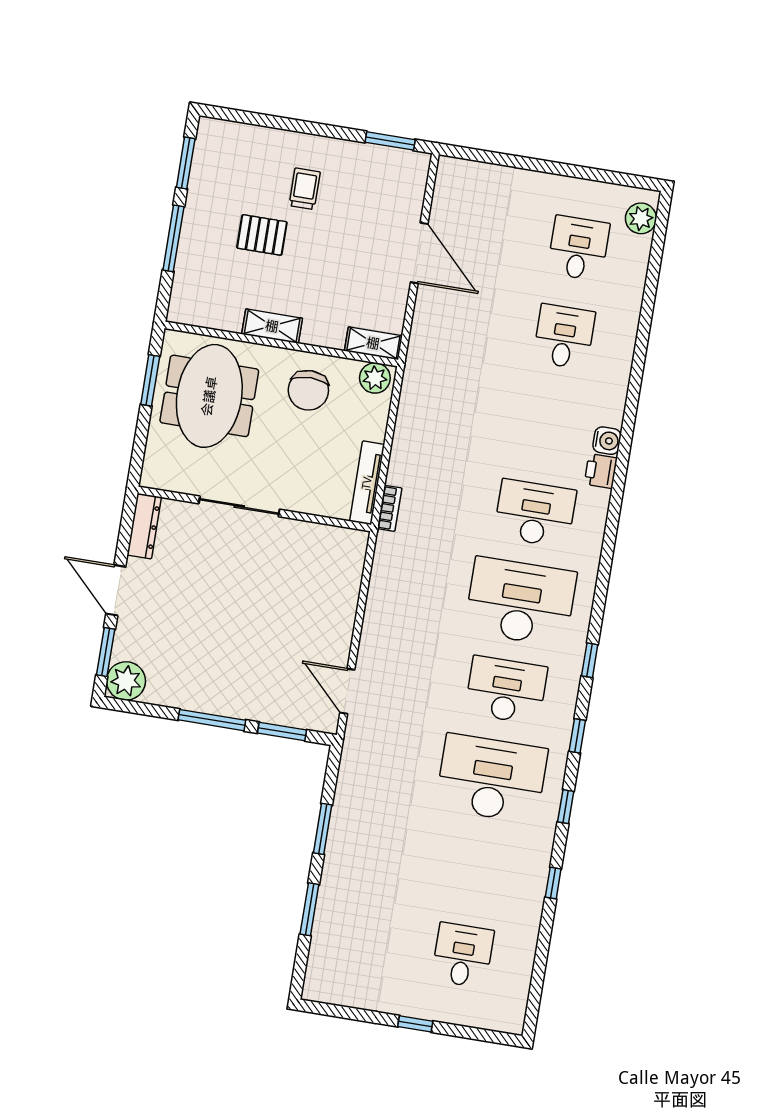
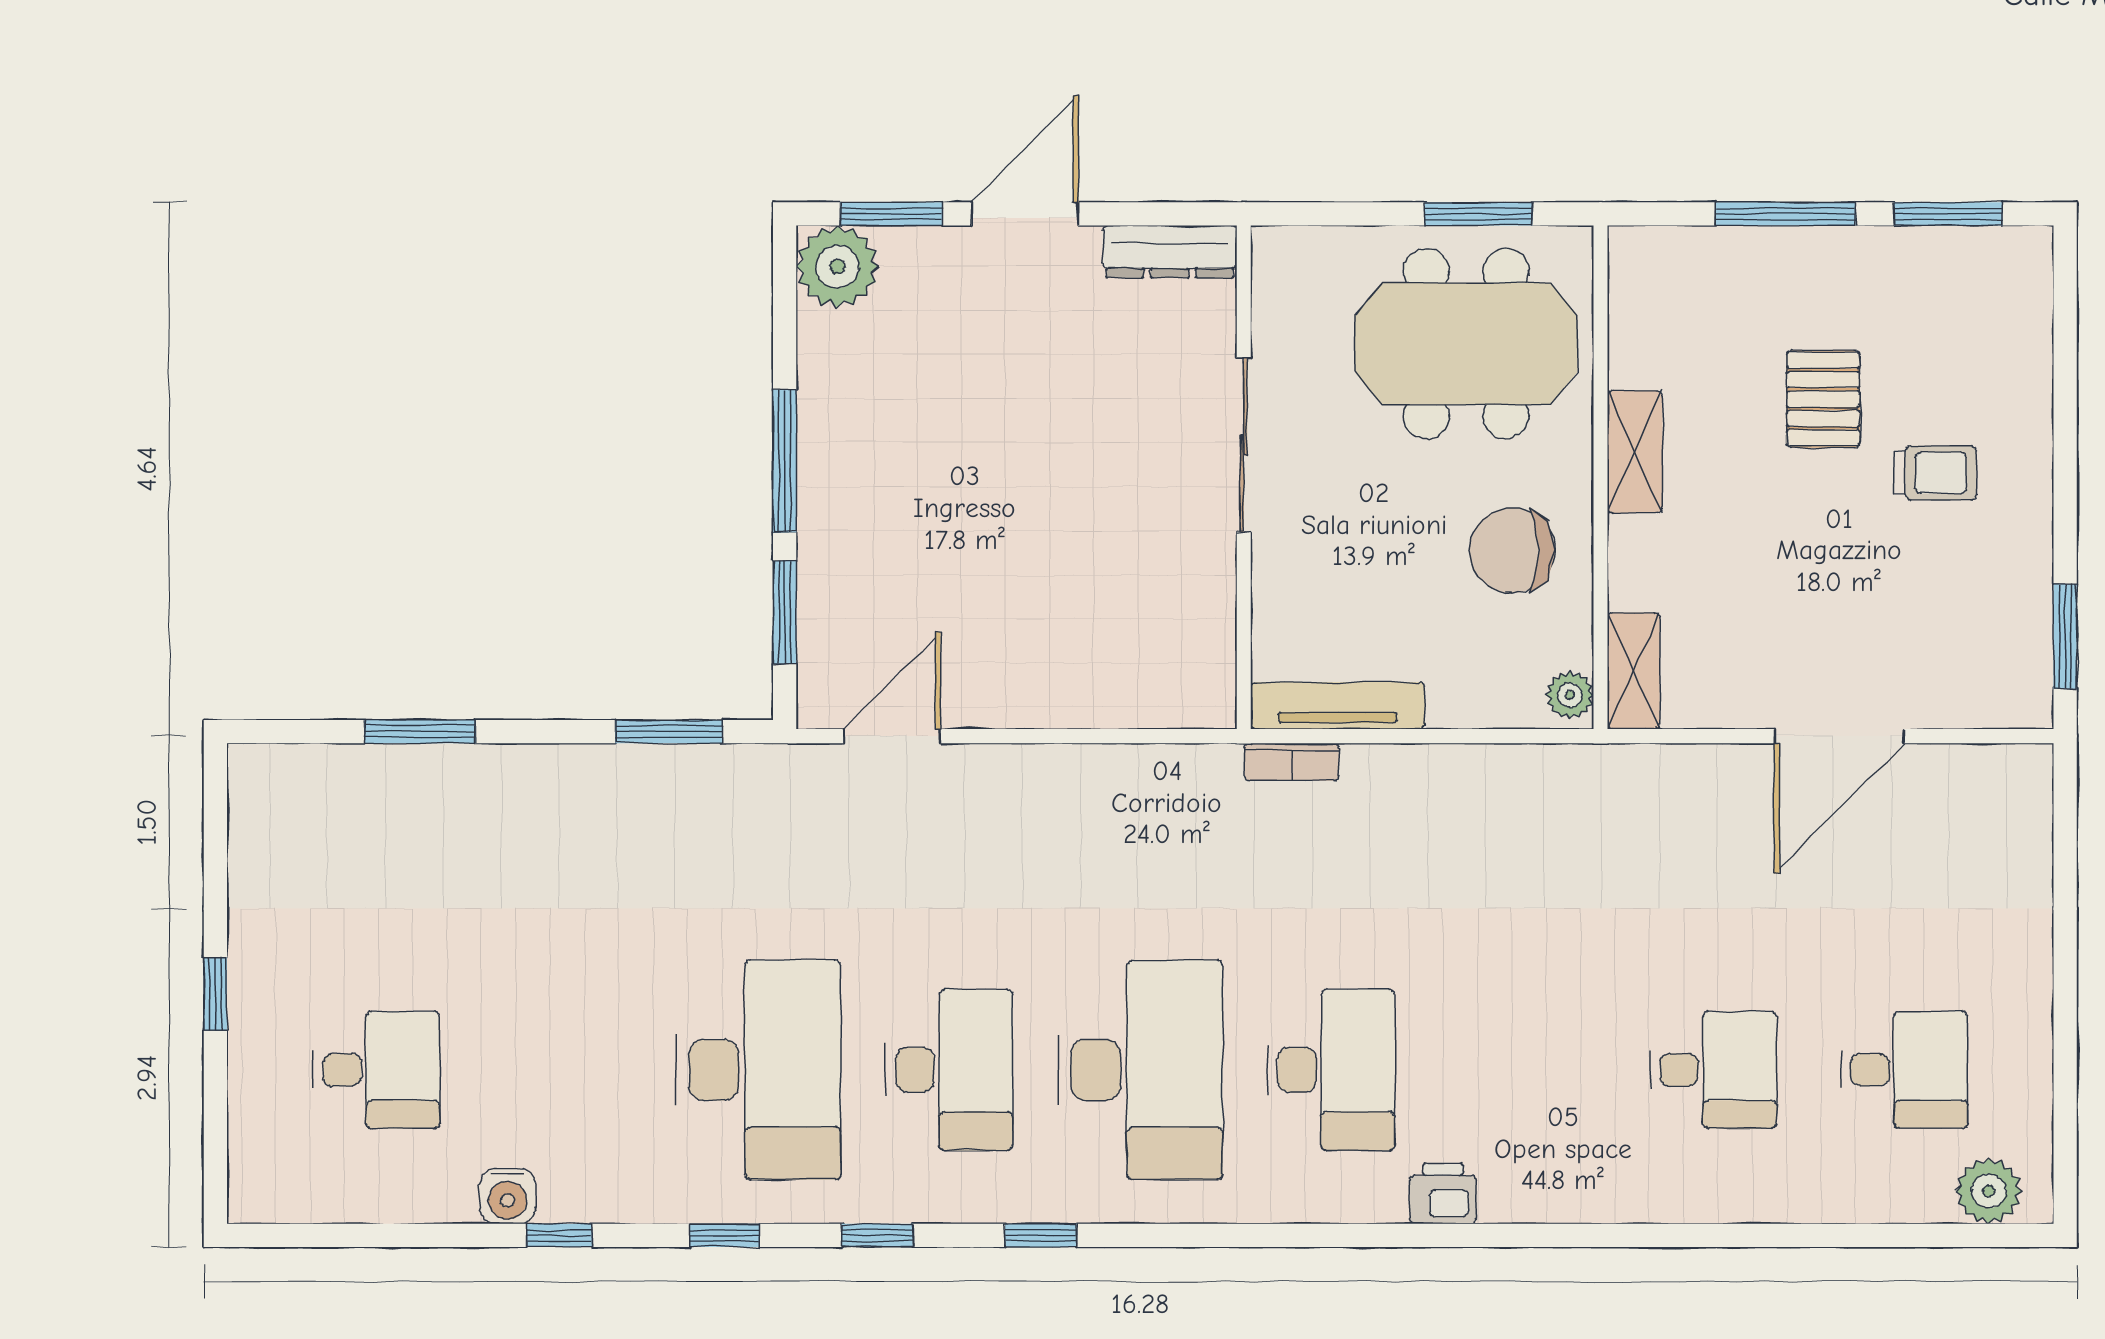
plant: (375, 378) -> (1570, 695), width x0.73, depth x0.73
water cooler: (607, 441) -> (508, 1196), moved
window: (323, 829) -> (669, 732), moved

